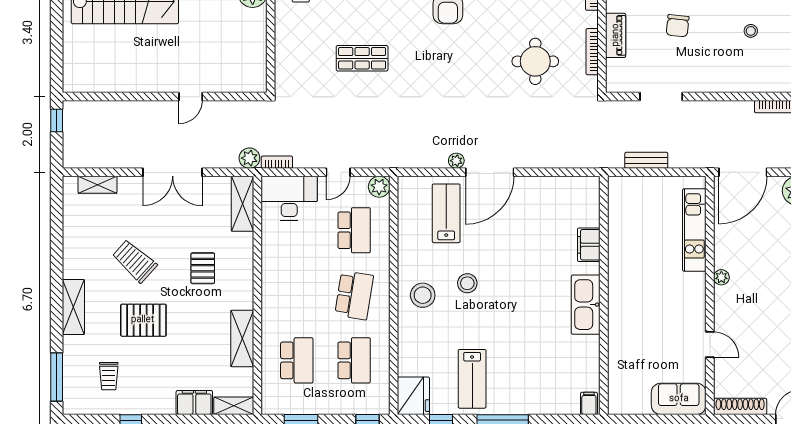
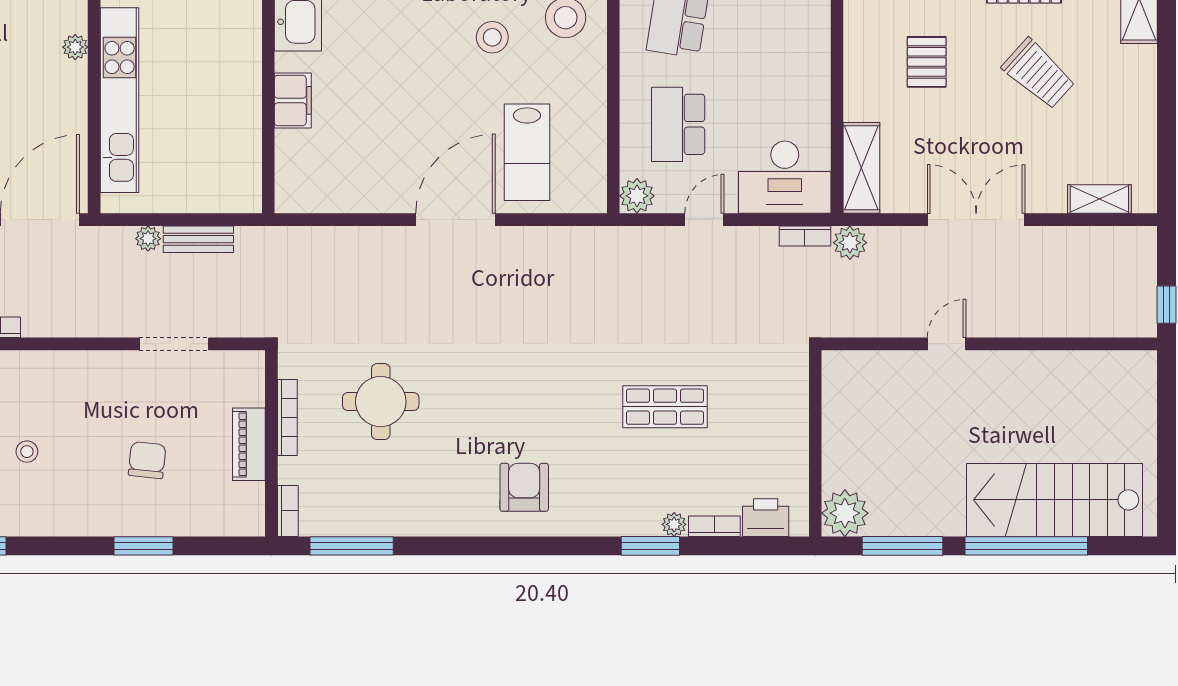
plant: (456, 161) -> (148, 239), moved
kitchen unit: (694, 230) -> (120, 100), width x1.36

